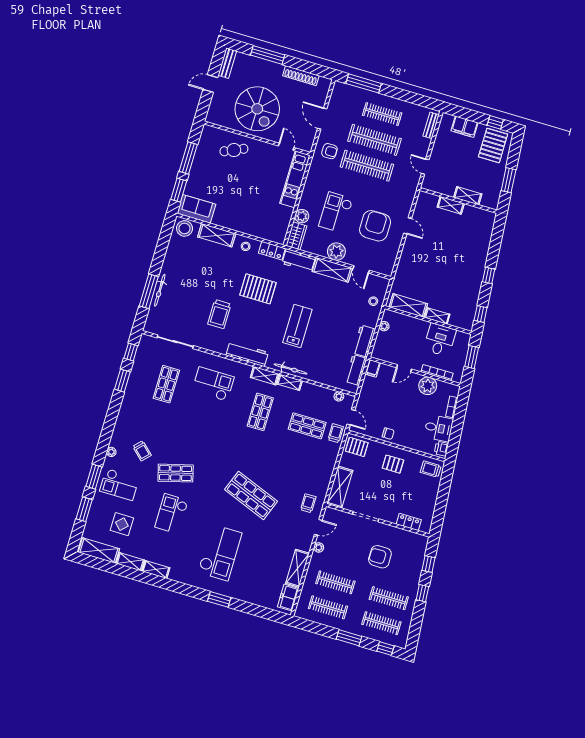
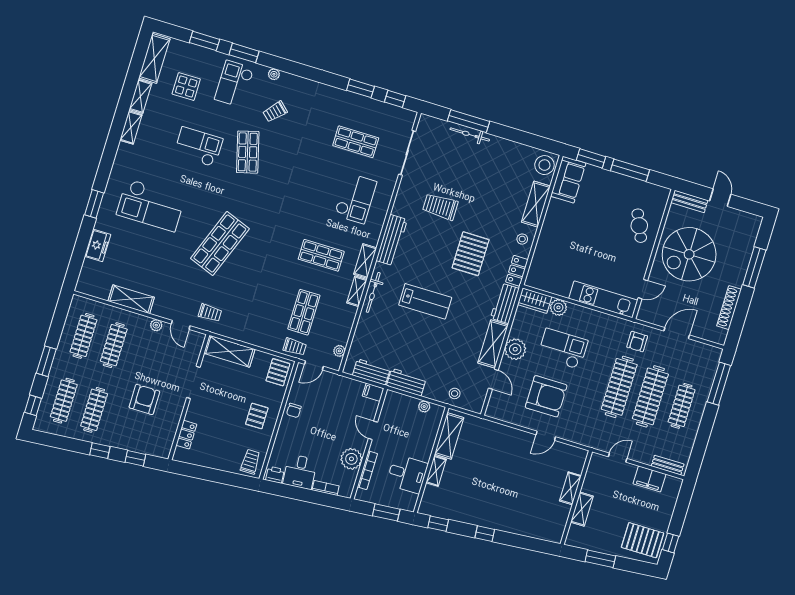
bench: (227, 63) -> (689, 201), moved
filing cabinet: (465, 127) -> (650, 479), moved, turned -90
door: (361, 269) -> (493, 379), swing flipped
freezer: (288, 598) -> (98, 245), moved, turned 90

